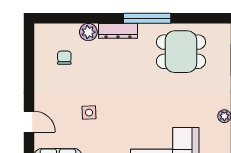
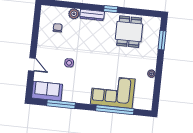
window: (147, 18) -> (111, 9), width x0.46
dining table: (181, 52) -> (129, 32), turned 90

